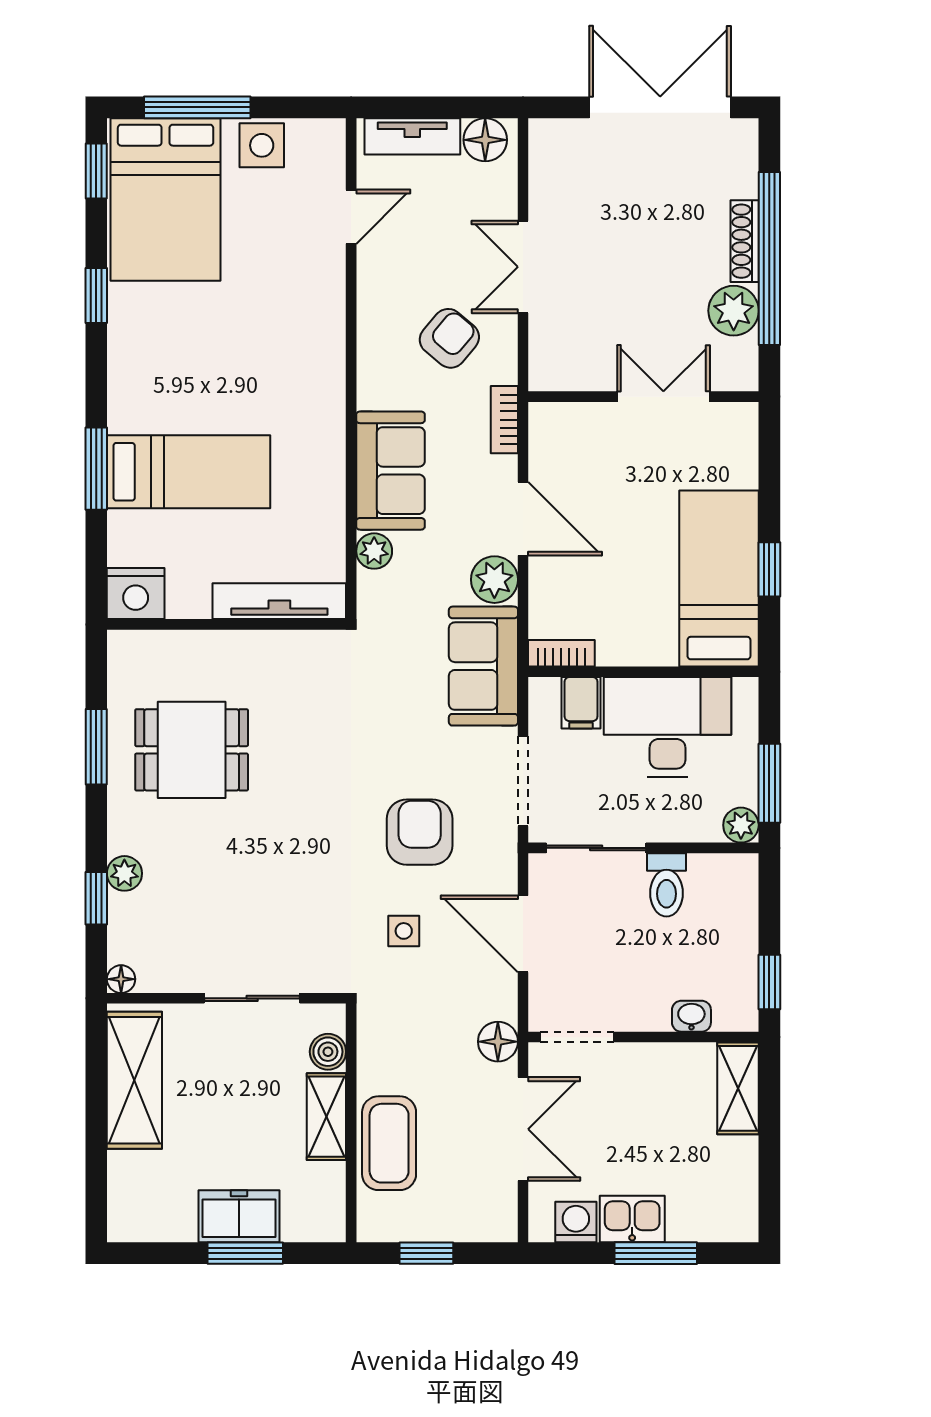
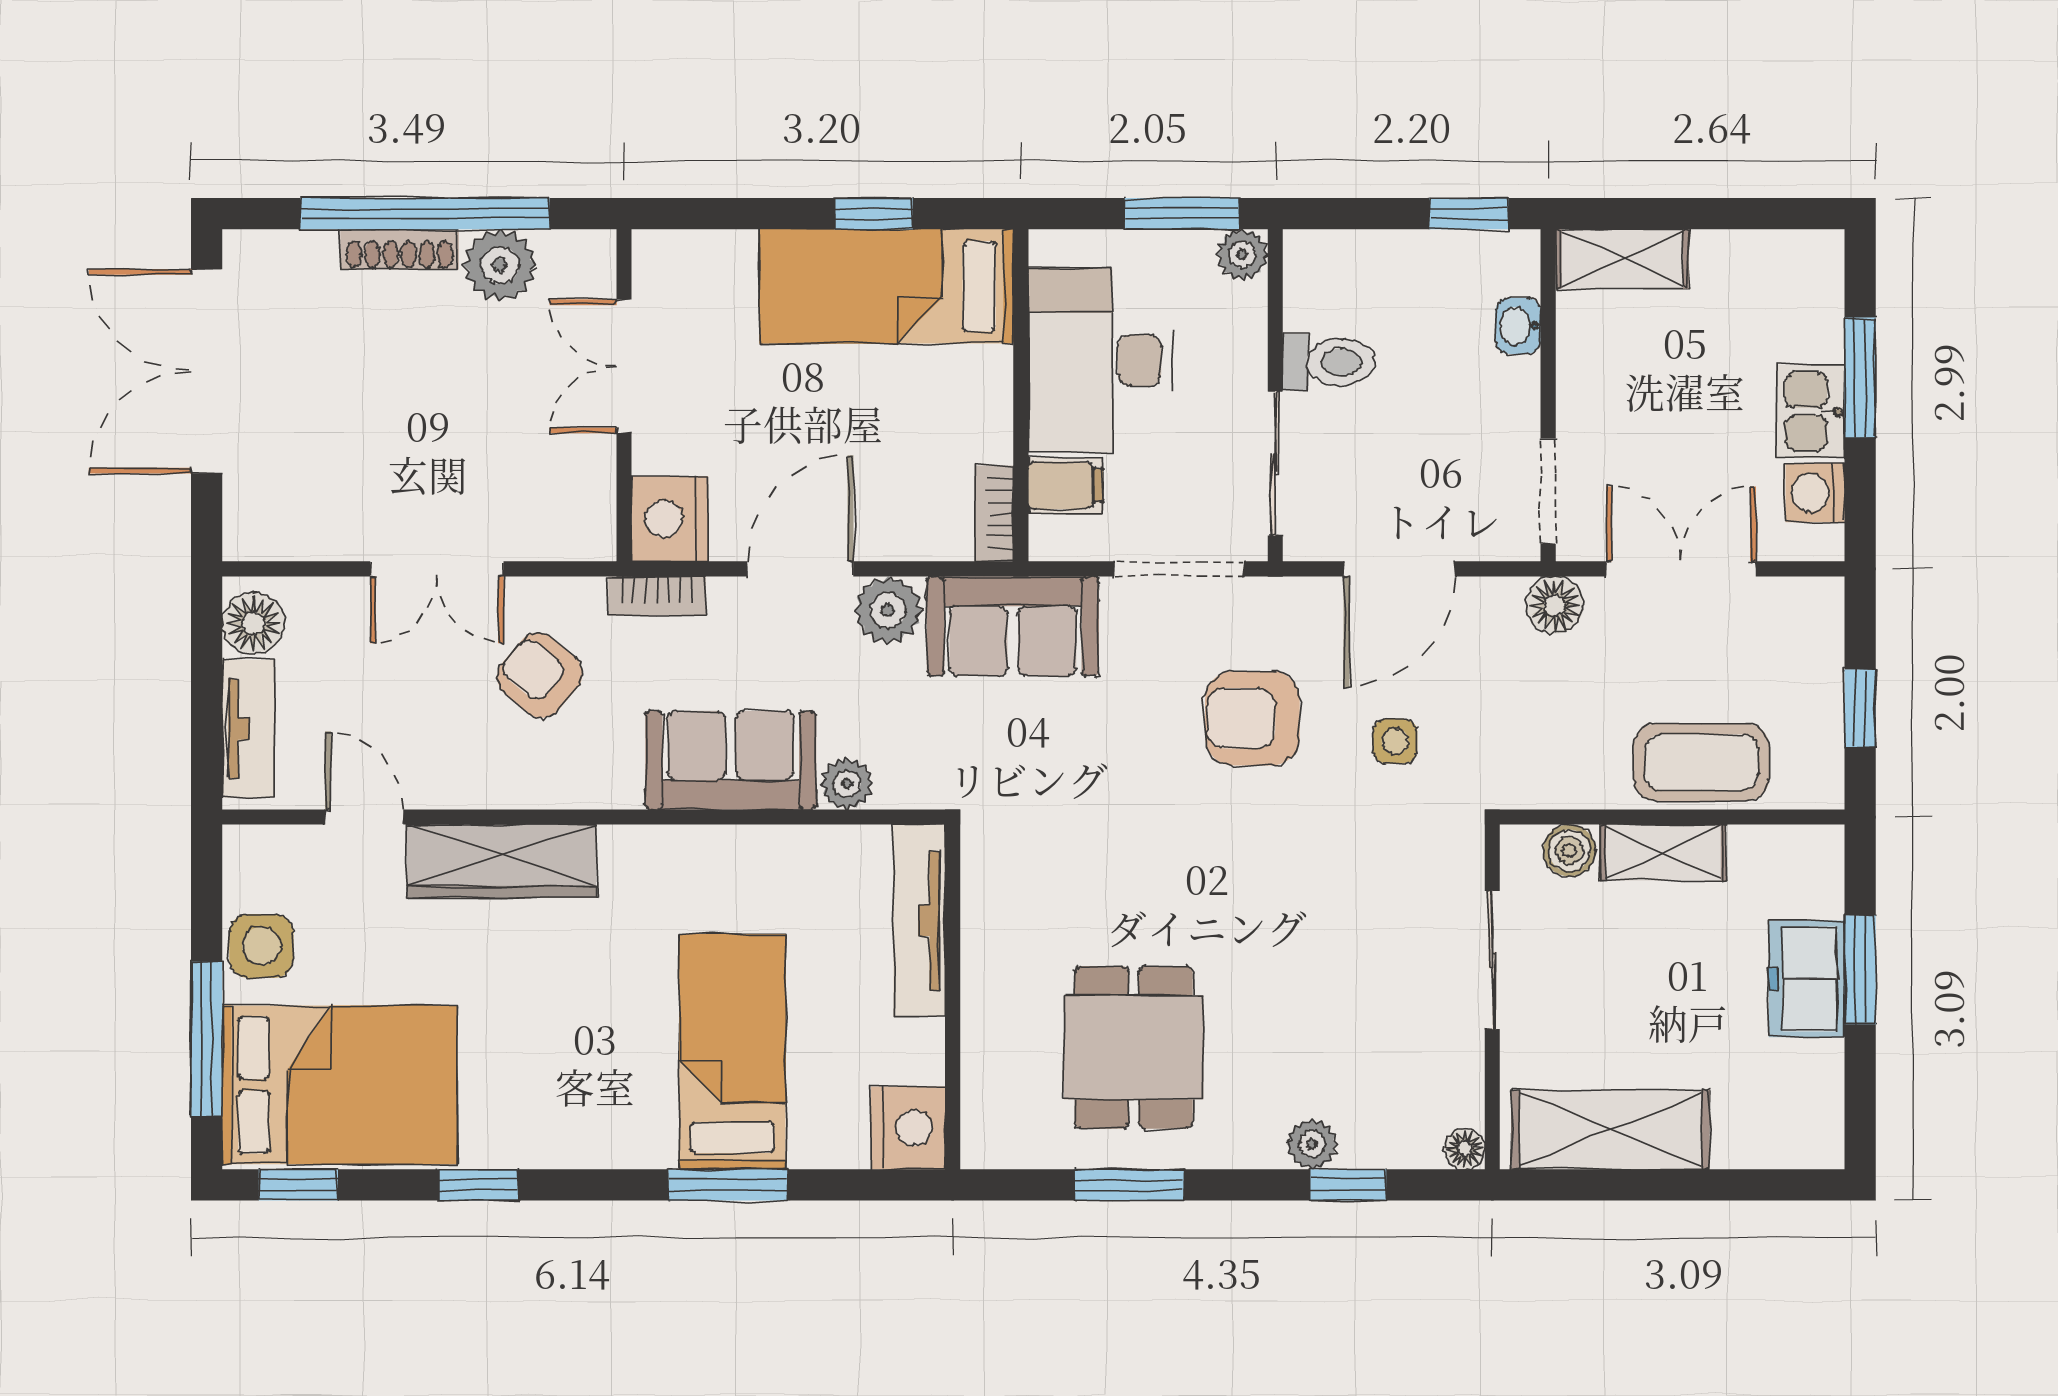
wardrobe: (321, 312) -> (502, 861), added
nightstand: (558, 428) -> (670, 519), added

